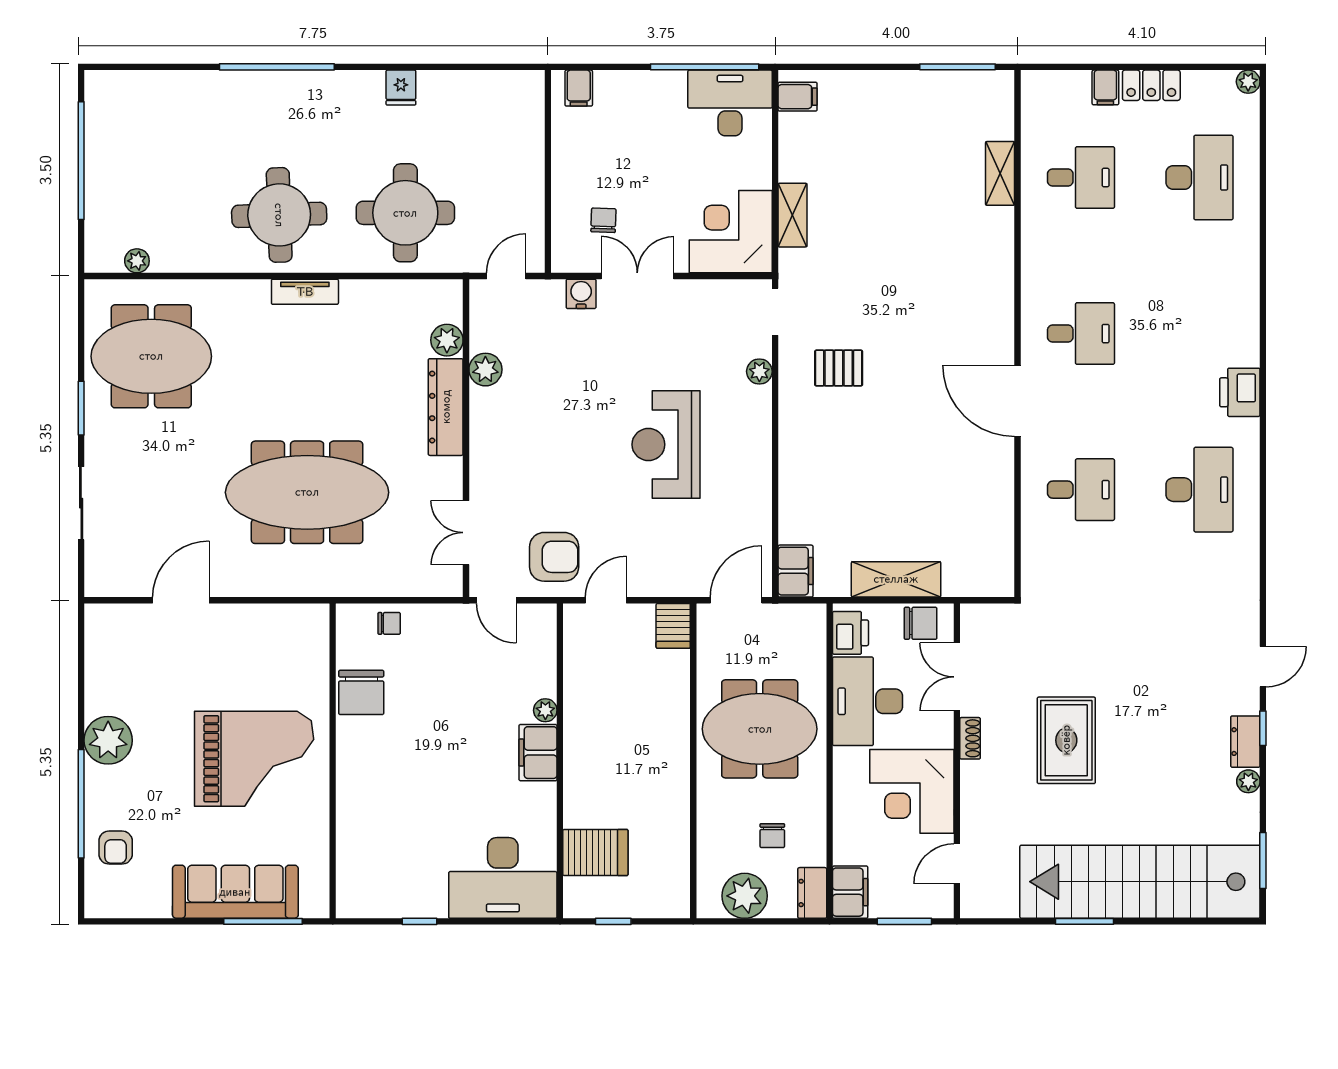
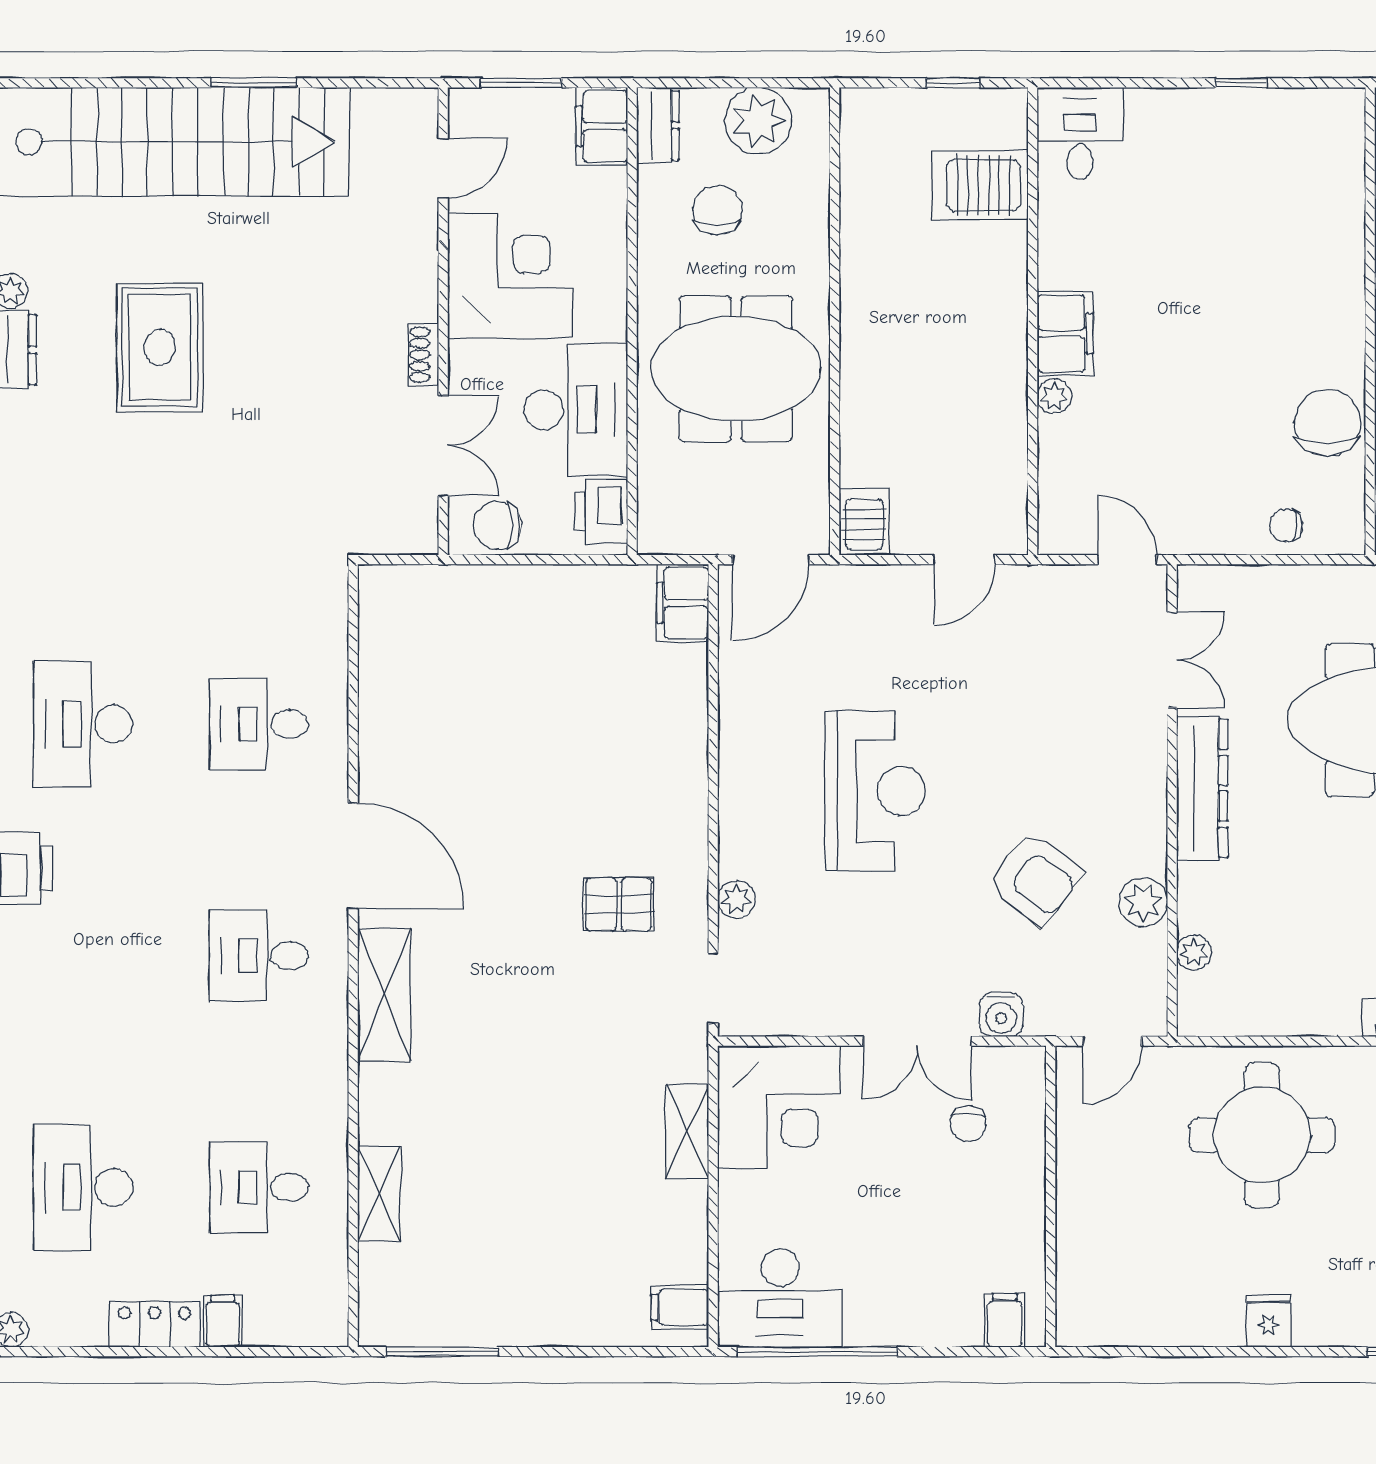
plant: (447, 340) -> (1194, 952), width x0.73, depth x0.73
dresser: (446, 407) -> (1202, 788), moved
armchair: (554, 557) -> (1035, 878), moved, turned -142
shelving: (896, 579) -> (384, 995), moved, turned 90
rug: (1066, 740) -> (160, 347), moved
chair: (772, 836) -> (717, 210), width x1.37, depth x1.37
desk: (503, 878) -> (1080, 133), width x0.53, depth x0.77

